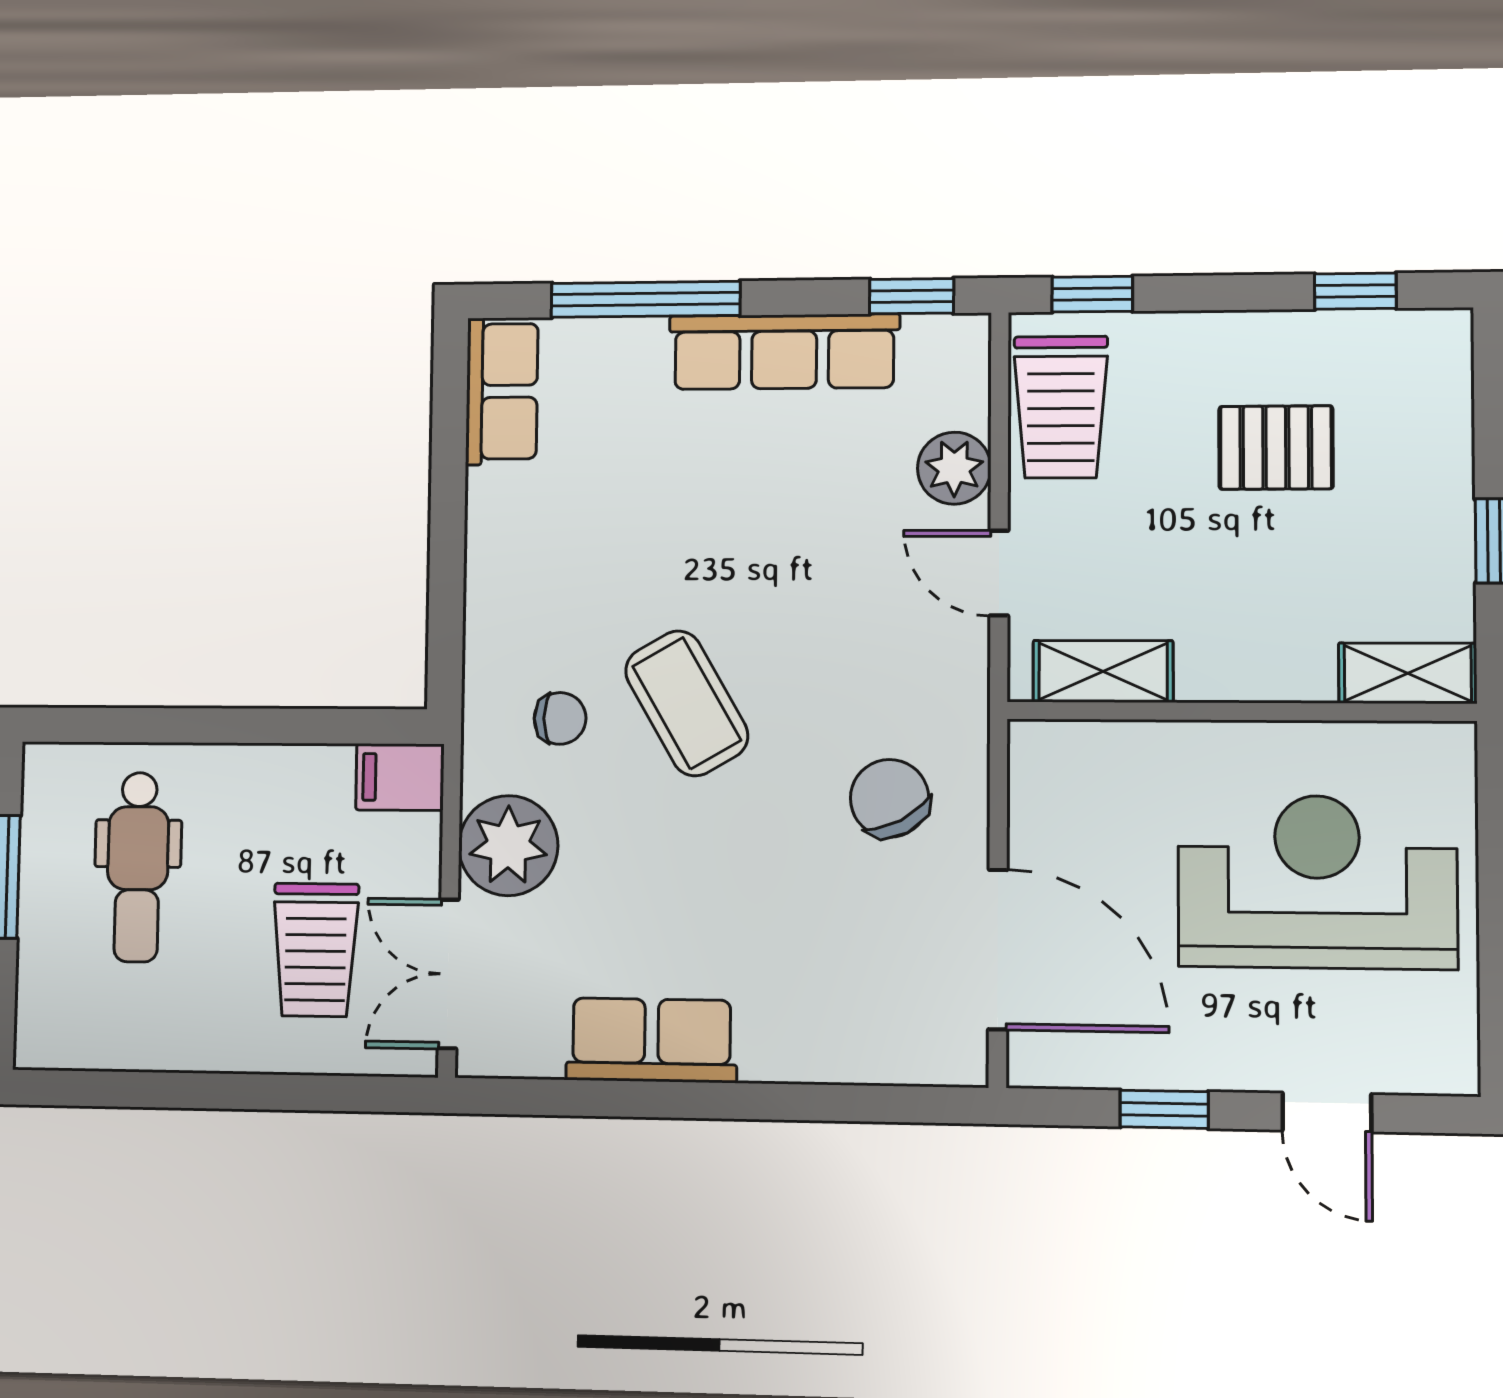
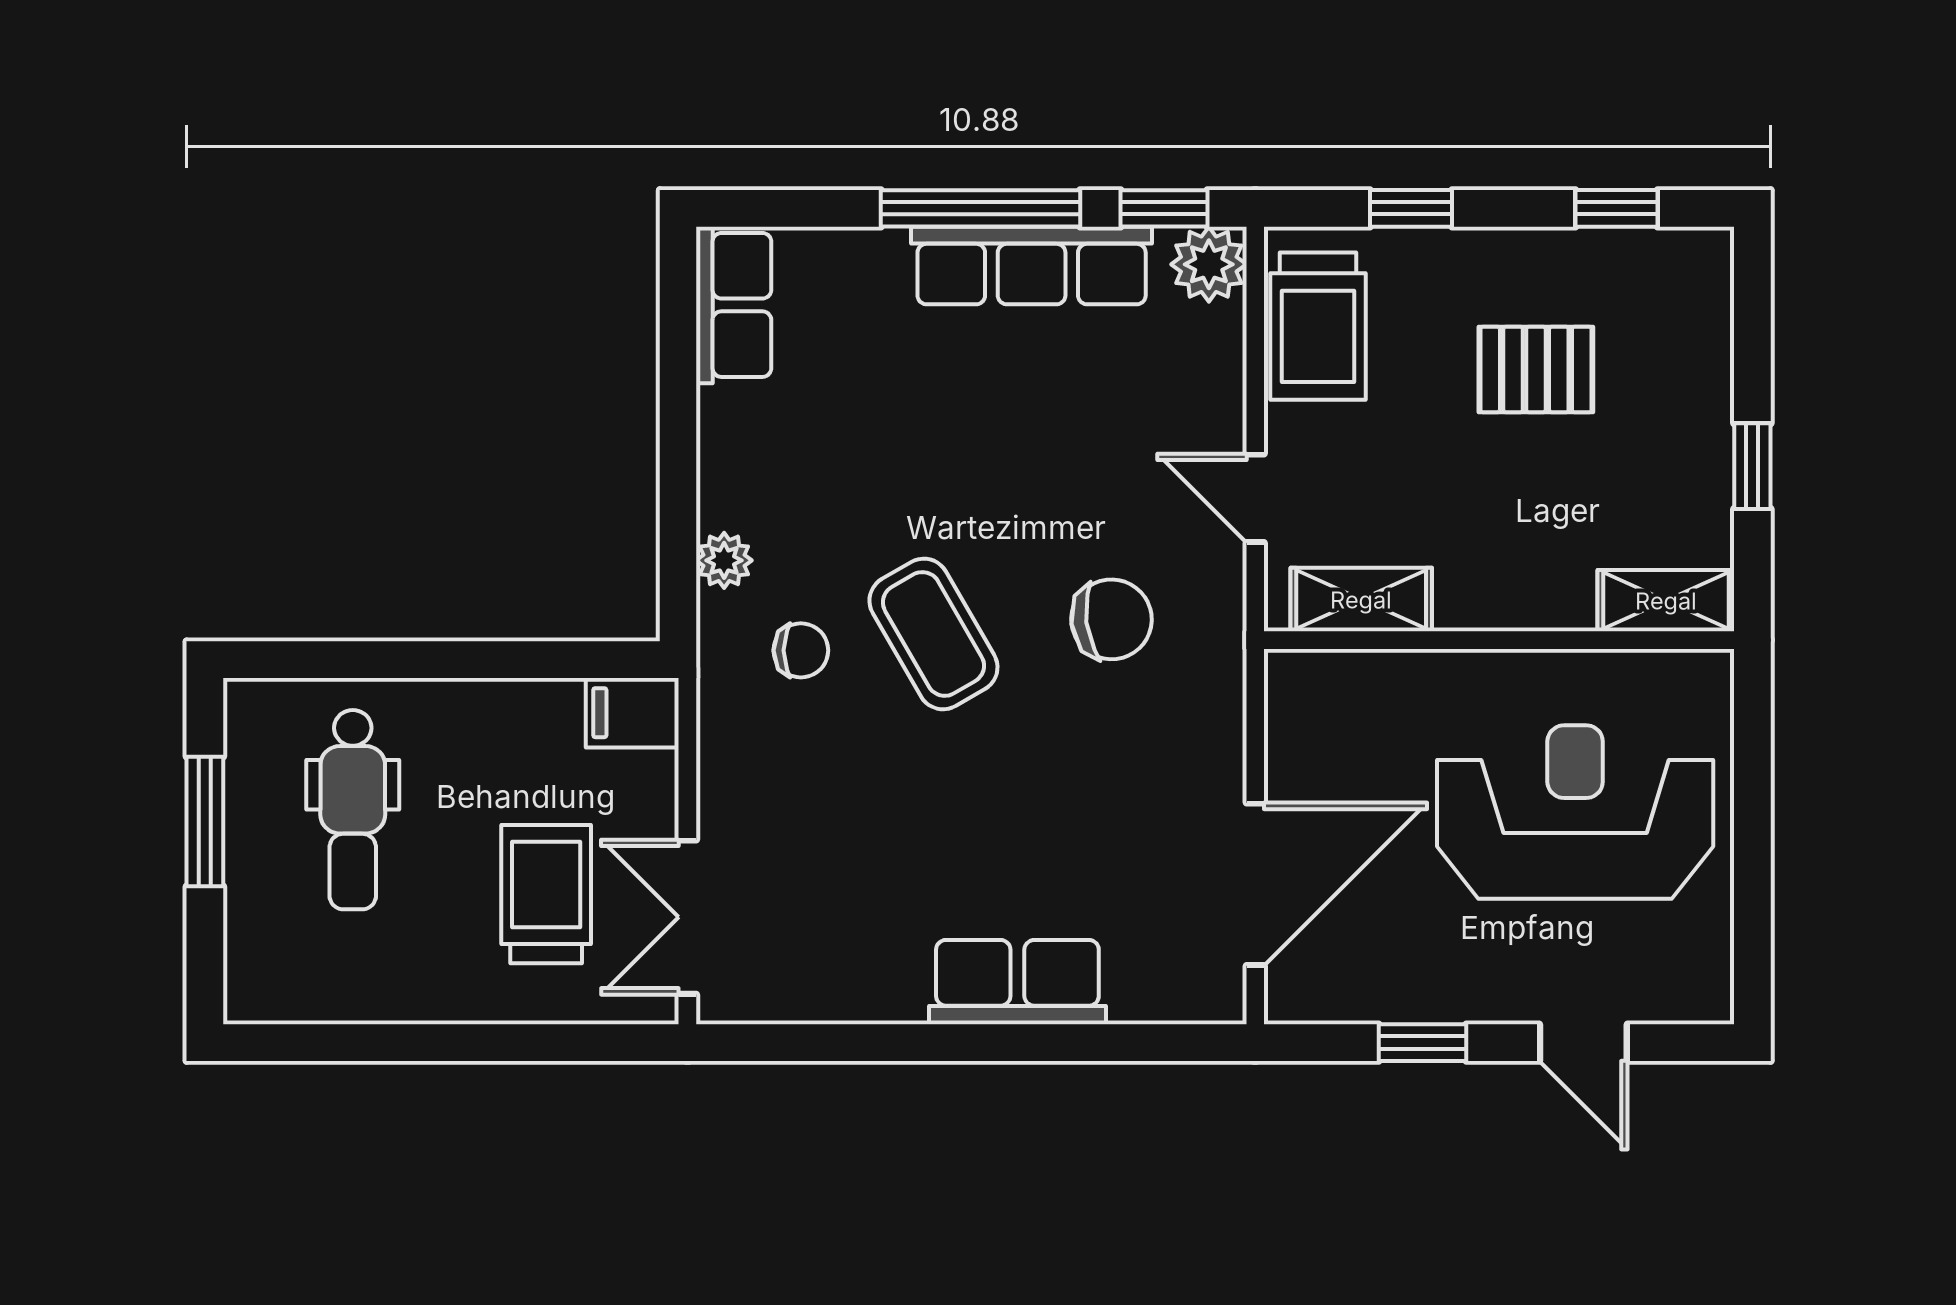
window: (1092, 294) -> (1411, 208), moved
window: (645, 299) -> (981, 208), moved
plant: (954, 468) -> (1209, 264), moved
chair: (890, 798) -> (1112, 619), moved, turned 111
plant: (508, 846) -> (724, 560), moved, width x0.53, depth x0.53
door: (998, 949) -> (1255, 884), hinge flipped
trolley: (316, 950) -> (546, 894), turned 180
row of seats: (651, 1040) -> (1017, 982), moved

